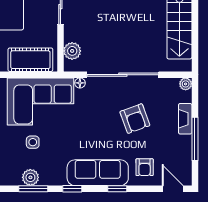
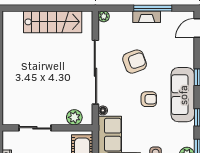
fireplace: (185, 119) -> (147, 17), moved
armchair: (145, 167) -> (149, 99), moved

